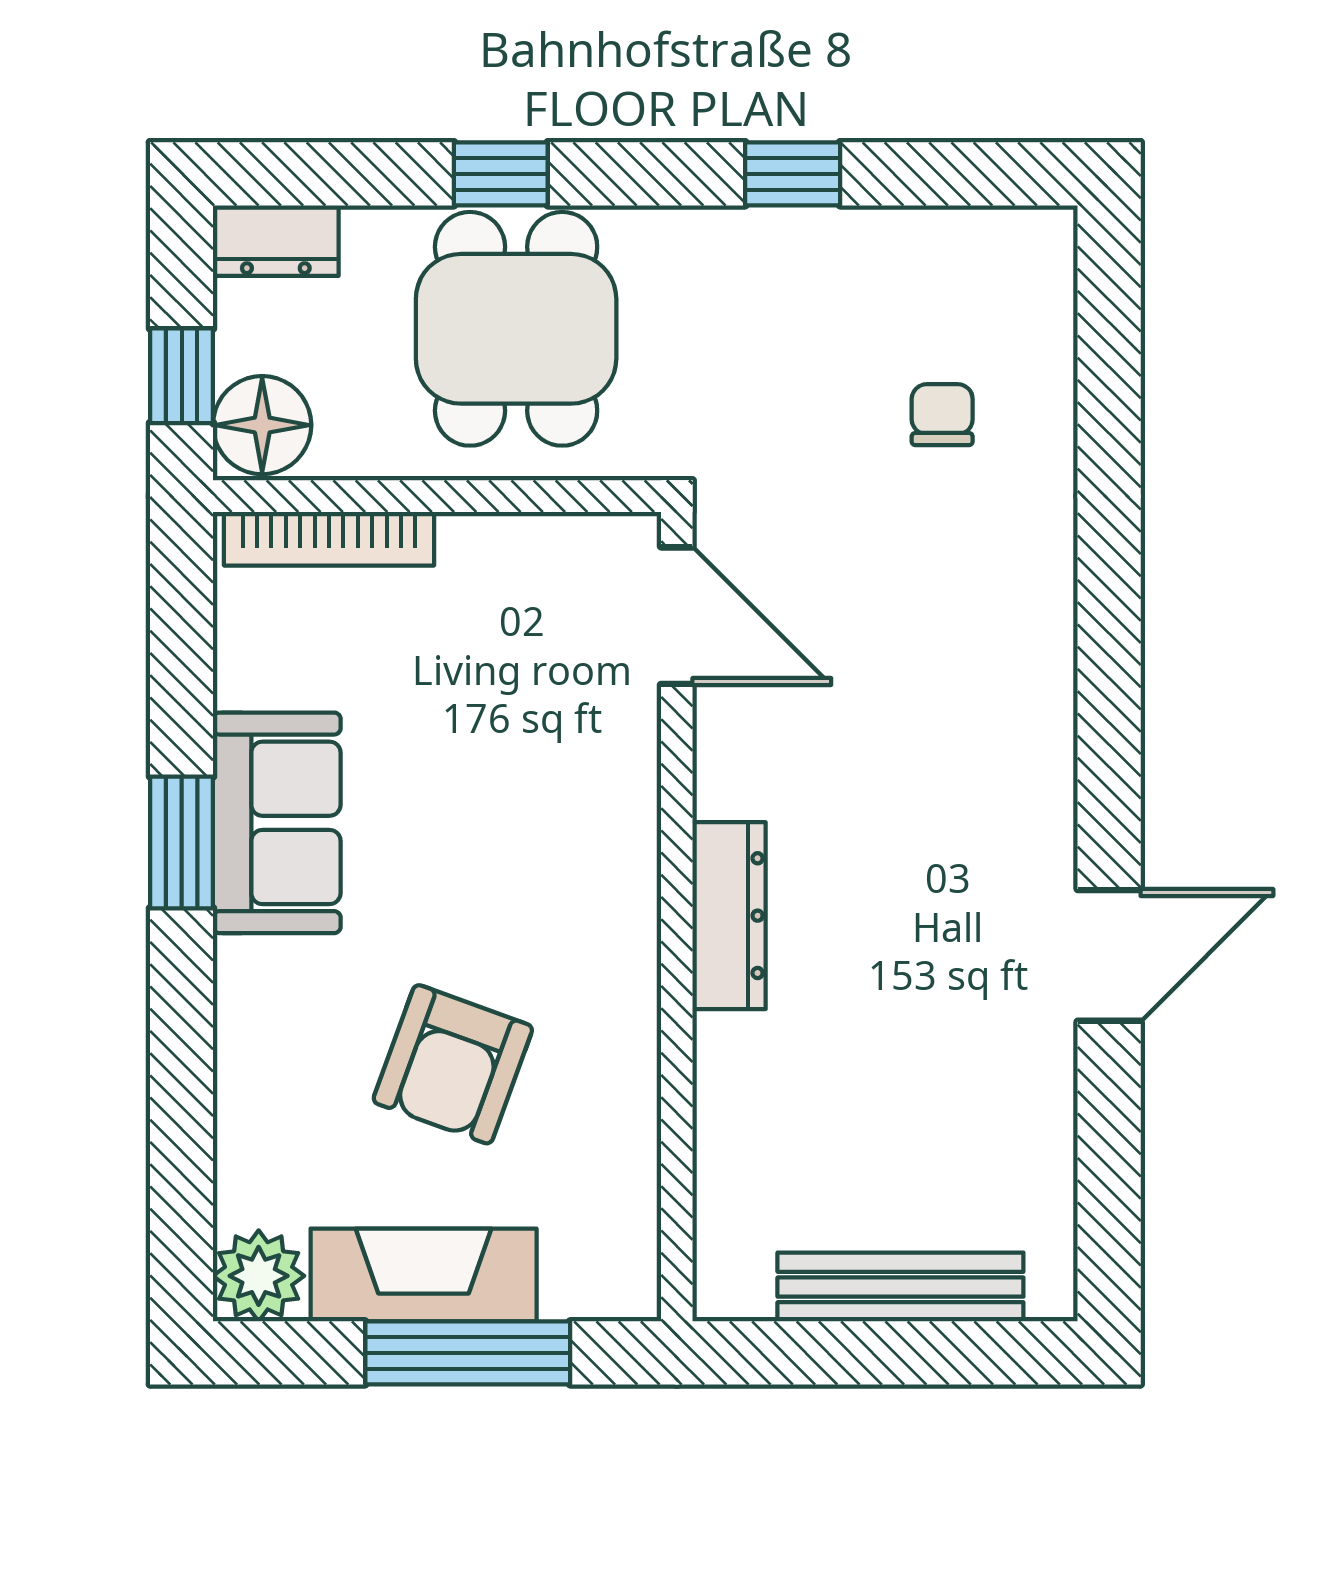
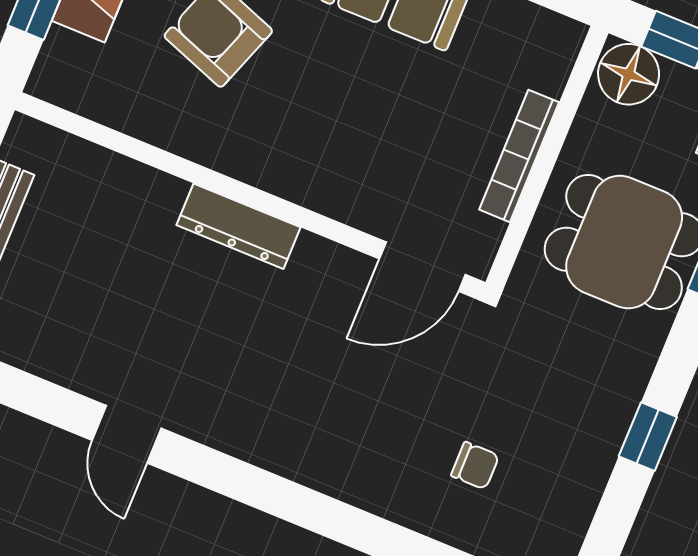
bookcase: (329, 539) -> (519, 156), moved
door: (1109, 955) -> (127, 434), width x0.73

